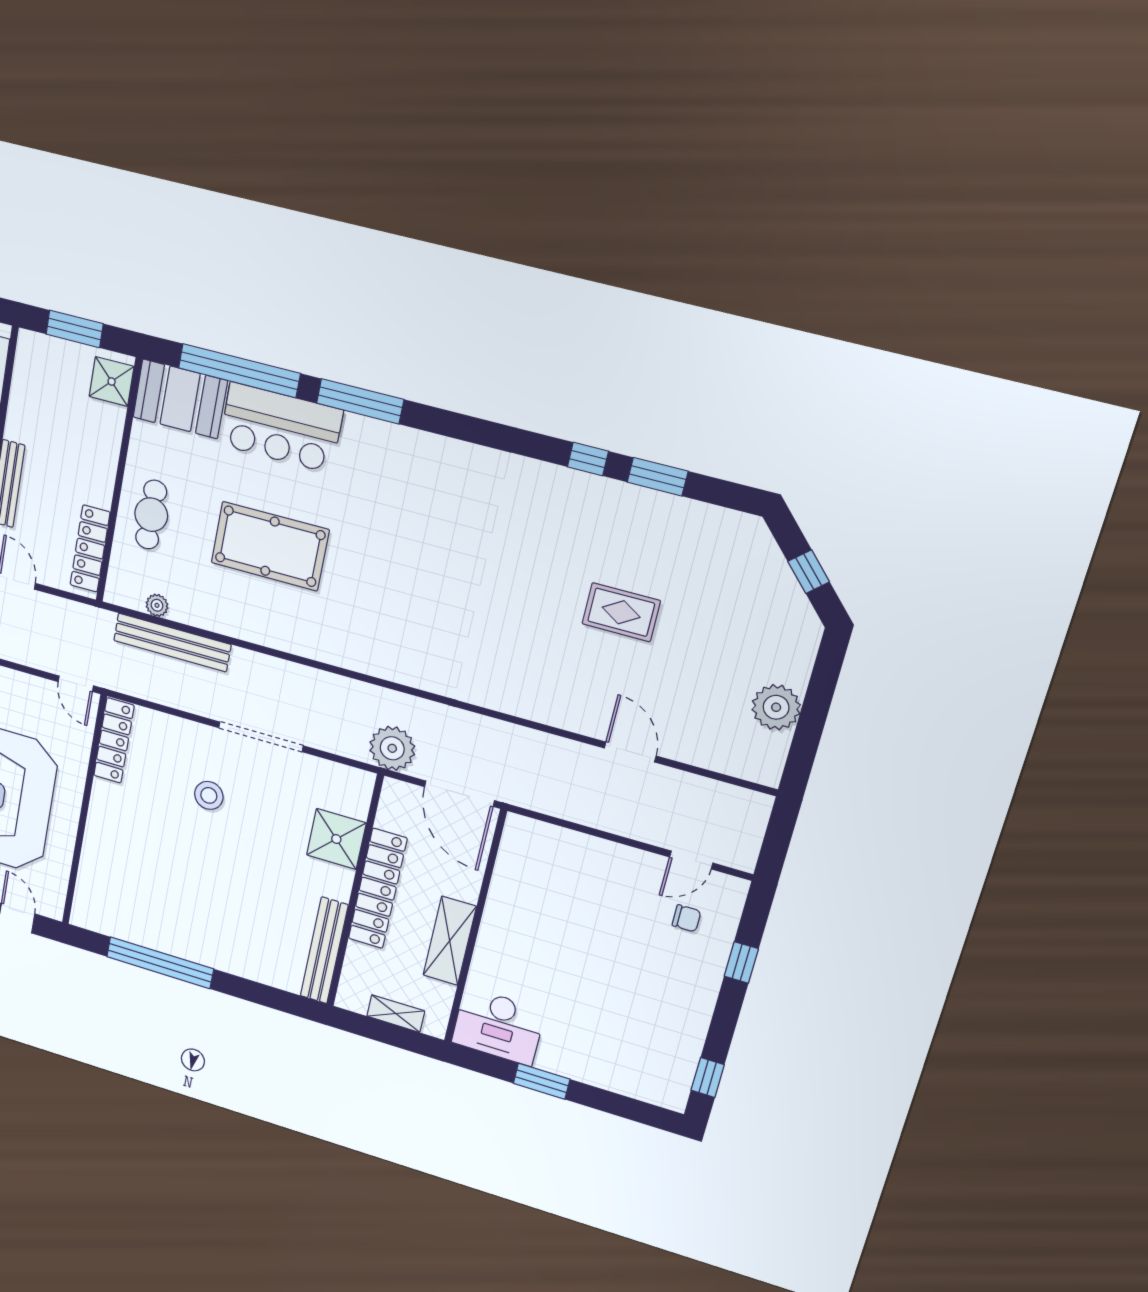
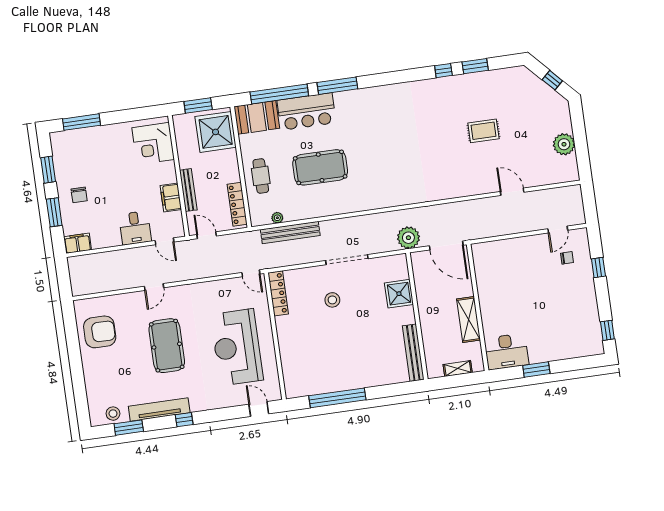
shower: (112, 382) -> (216, 132), width x1.86, depth x1.86
locker: (378, 889) -> (427, 309), removed

